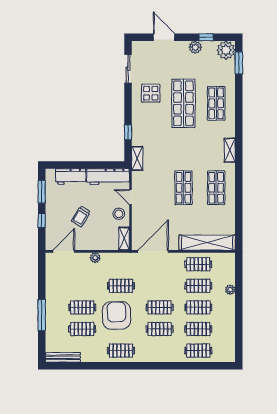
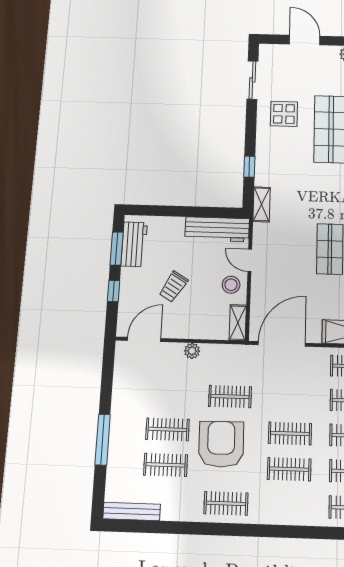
workbench: (71, 176) -> (134, 244), moved, turned -90

